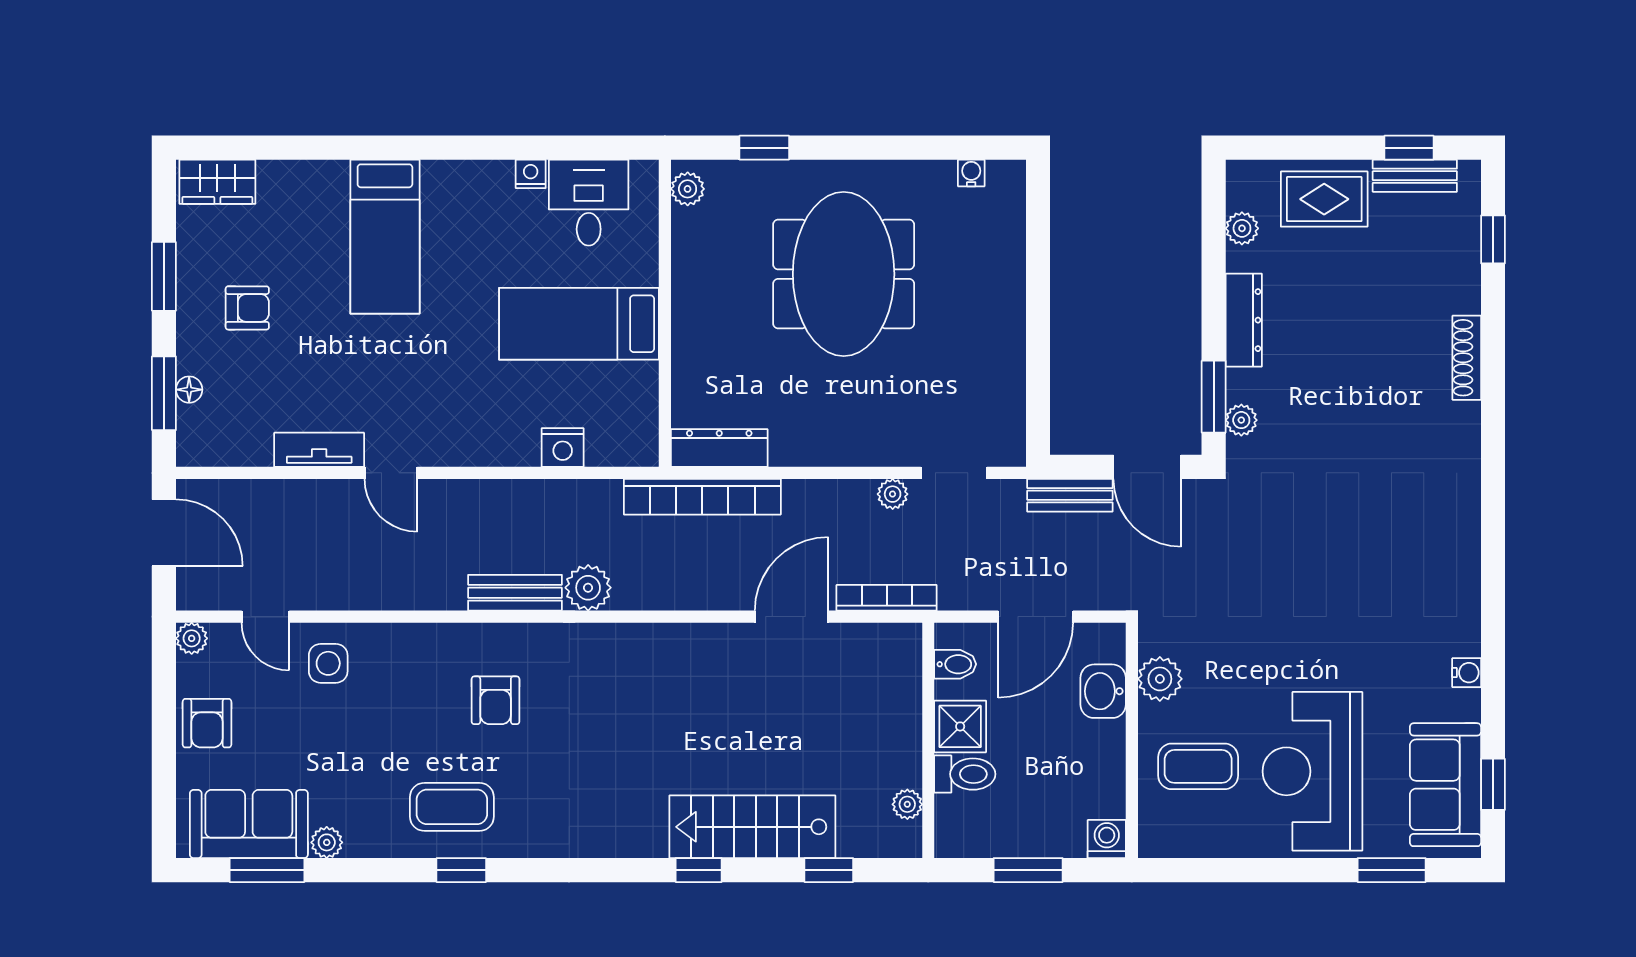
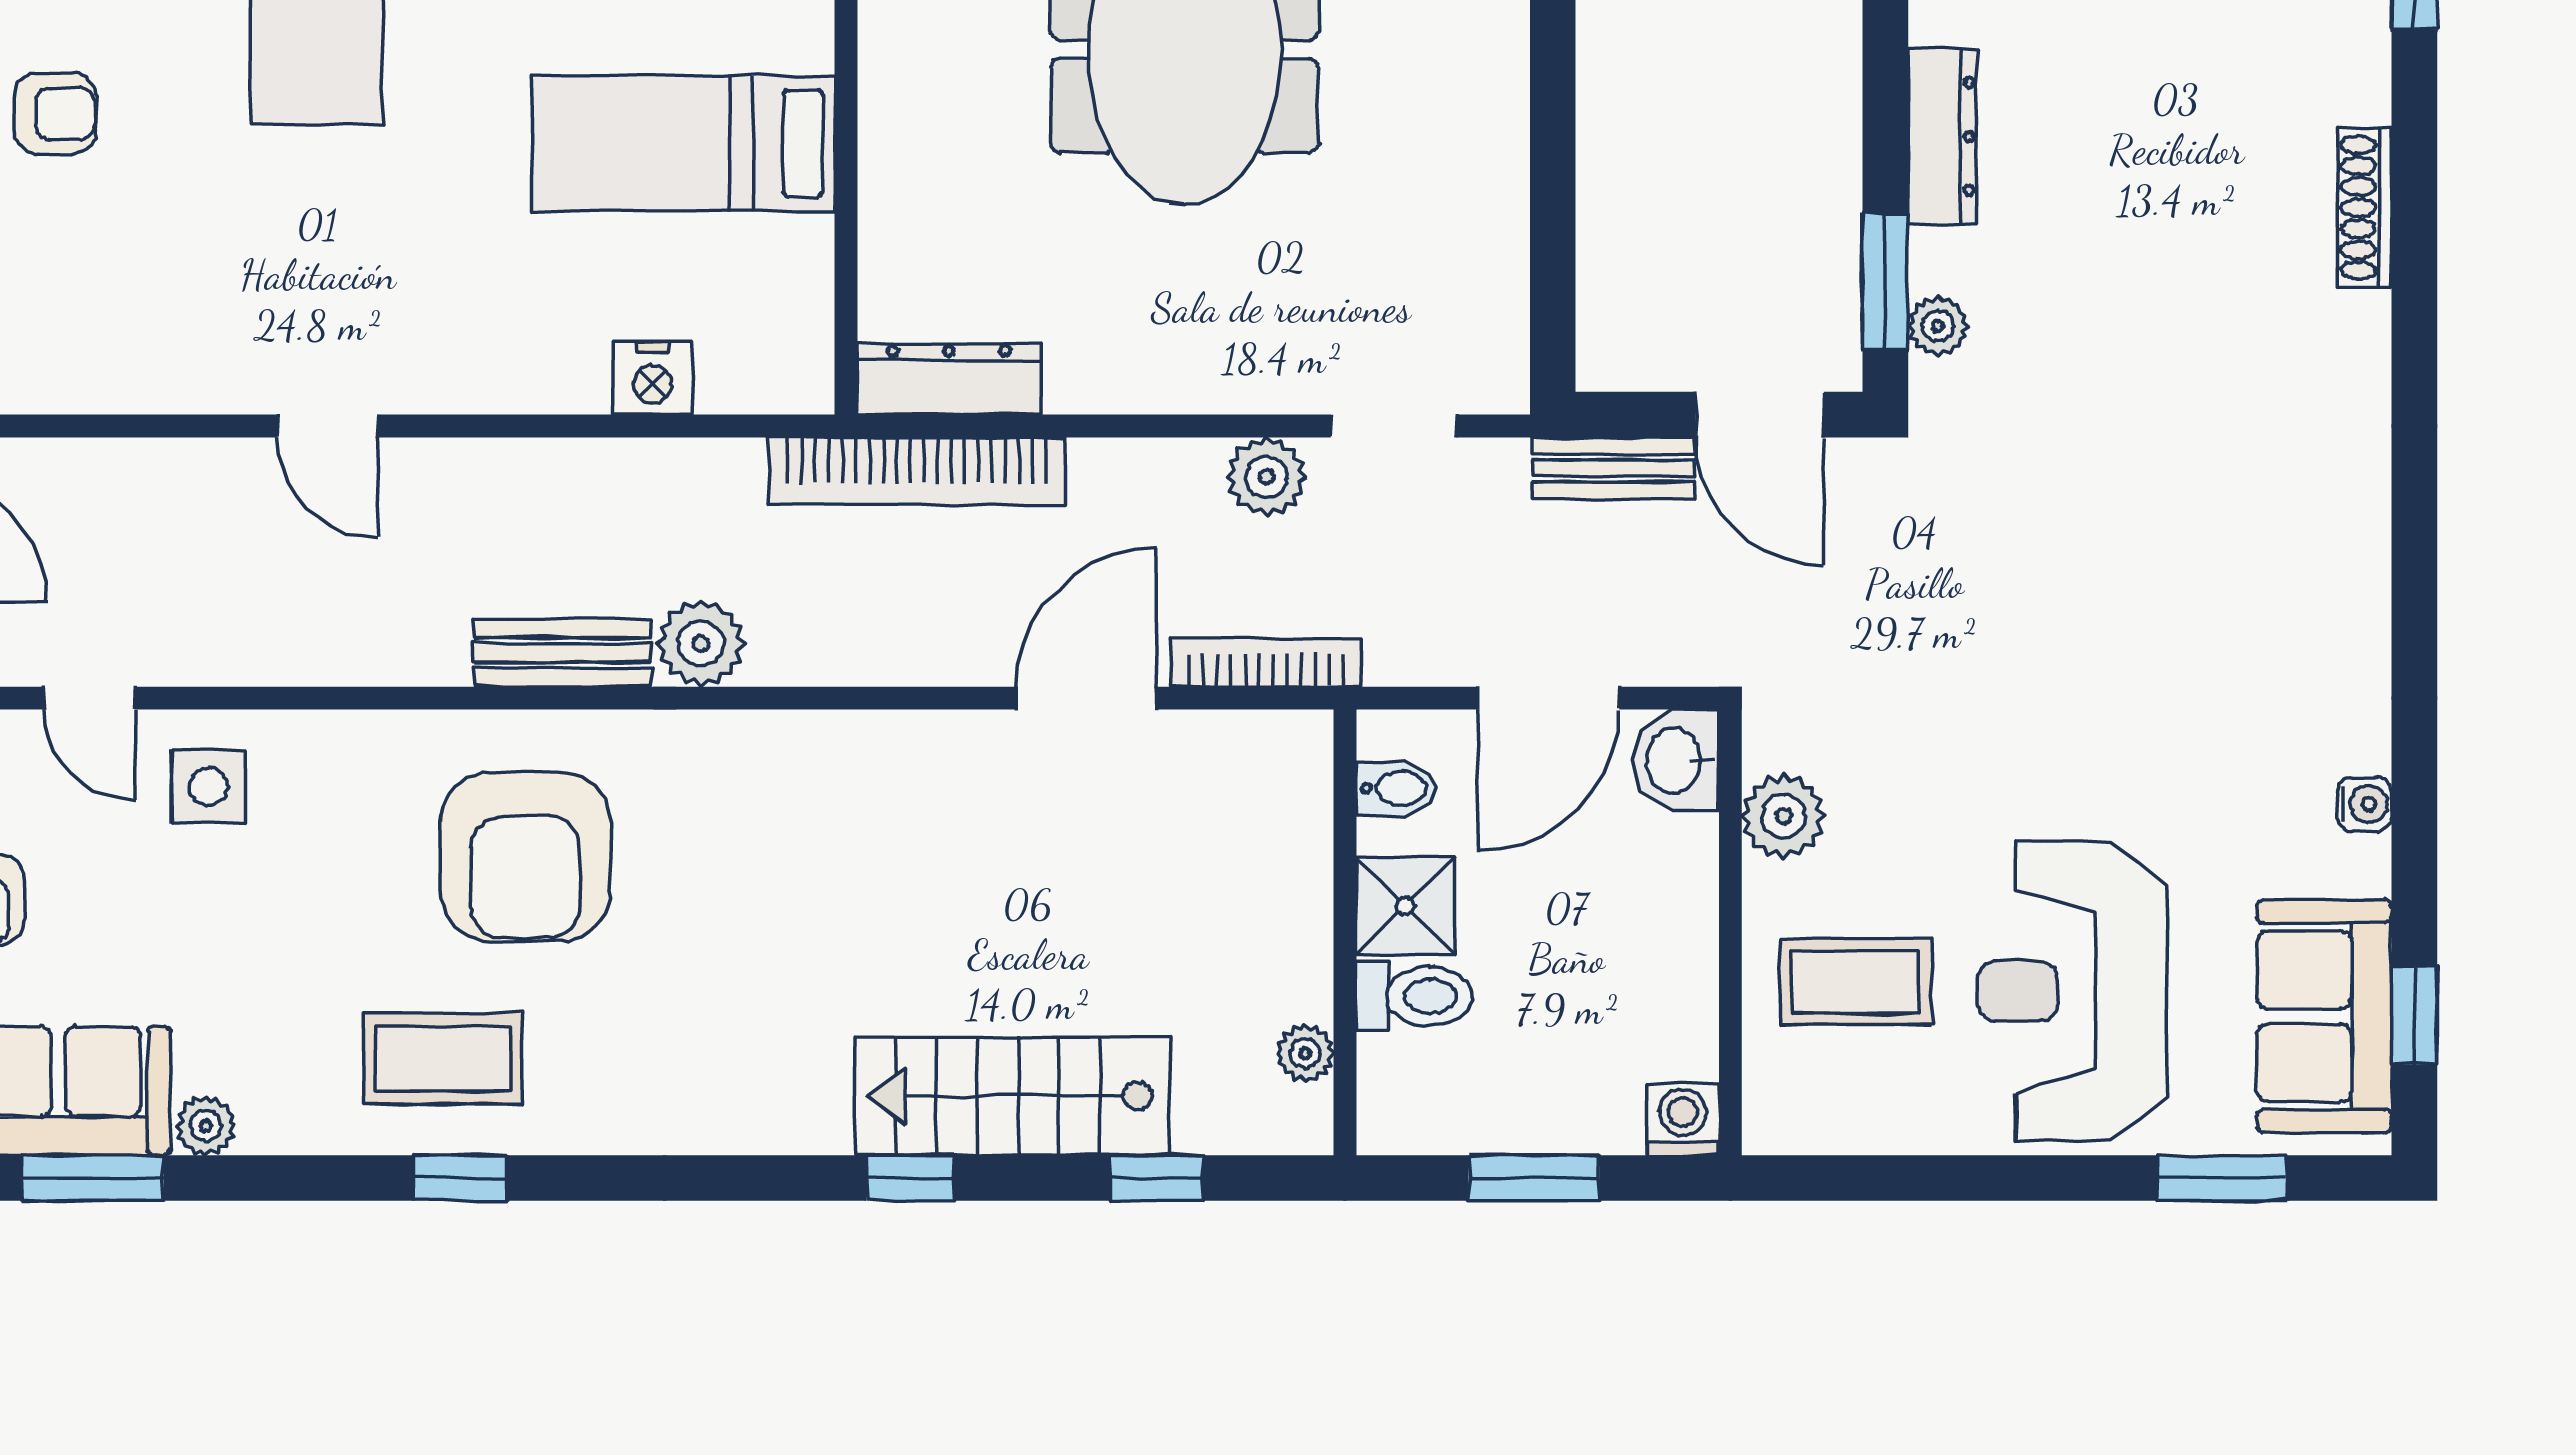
tv unit: (319, 450) -> (191, 382), removed
plant: (893, 494) -> (1267, 477), width x1.38, depth x1.38
washbasin: (1103, 691) -> (1676, 760), moved
armchair: (496, 700) -> (525, 857), width x1.88, depth x1.88

